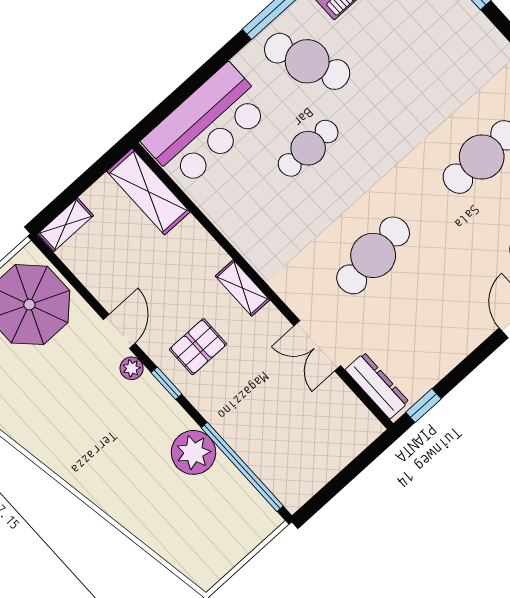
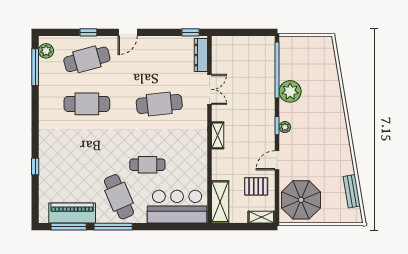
pallet: (198, 347) -> (256, 186), moved
plant: (132, 368) -> (285, 127), moved

